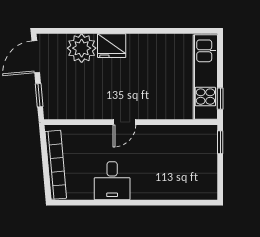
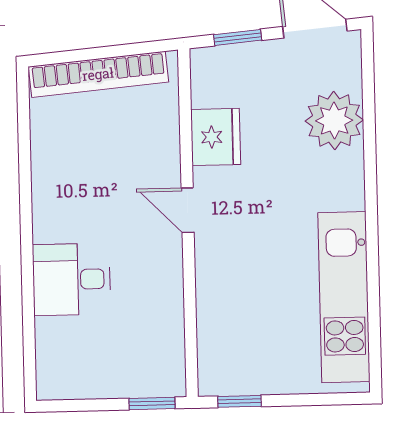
fridge: (112, 46) -> (216, 137), moved, turned 180
kitchen unit: (205, 77) -> (344, 297), moved, turned -90
desk: (112, 181) -> (72, 279), moved

